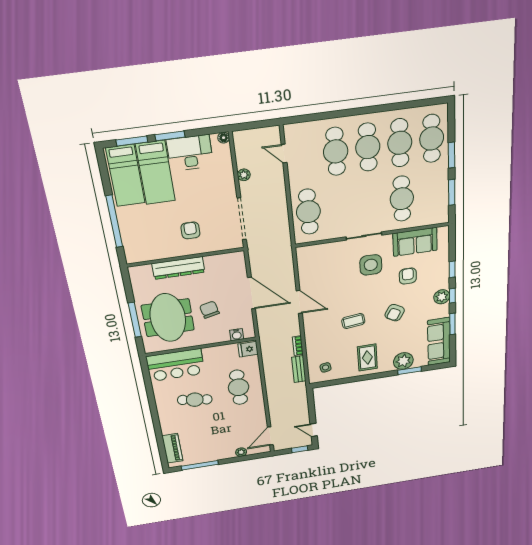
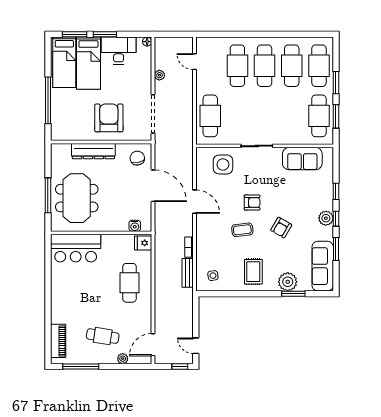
cafe table: (402, 199) -> (319, 116), moved
armchair: (190, 230) -> (109, 118), width x1.88, depth x1.88
side table: (371, 265) -> (223, 164), moved
armchair: (408, 276) -> (252, 202), moved, turned 90
chair: (209, 310) -> (137, 158), moved
cafe table: (195, 400) -> (103, 336), moved

